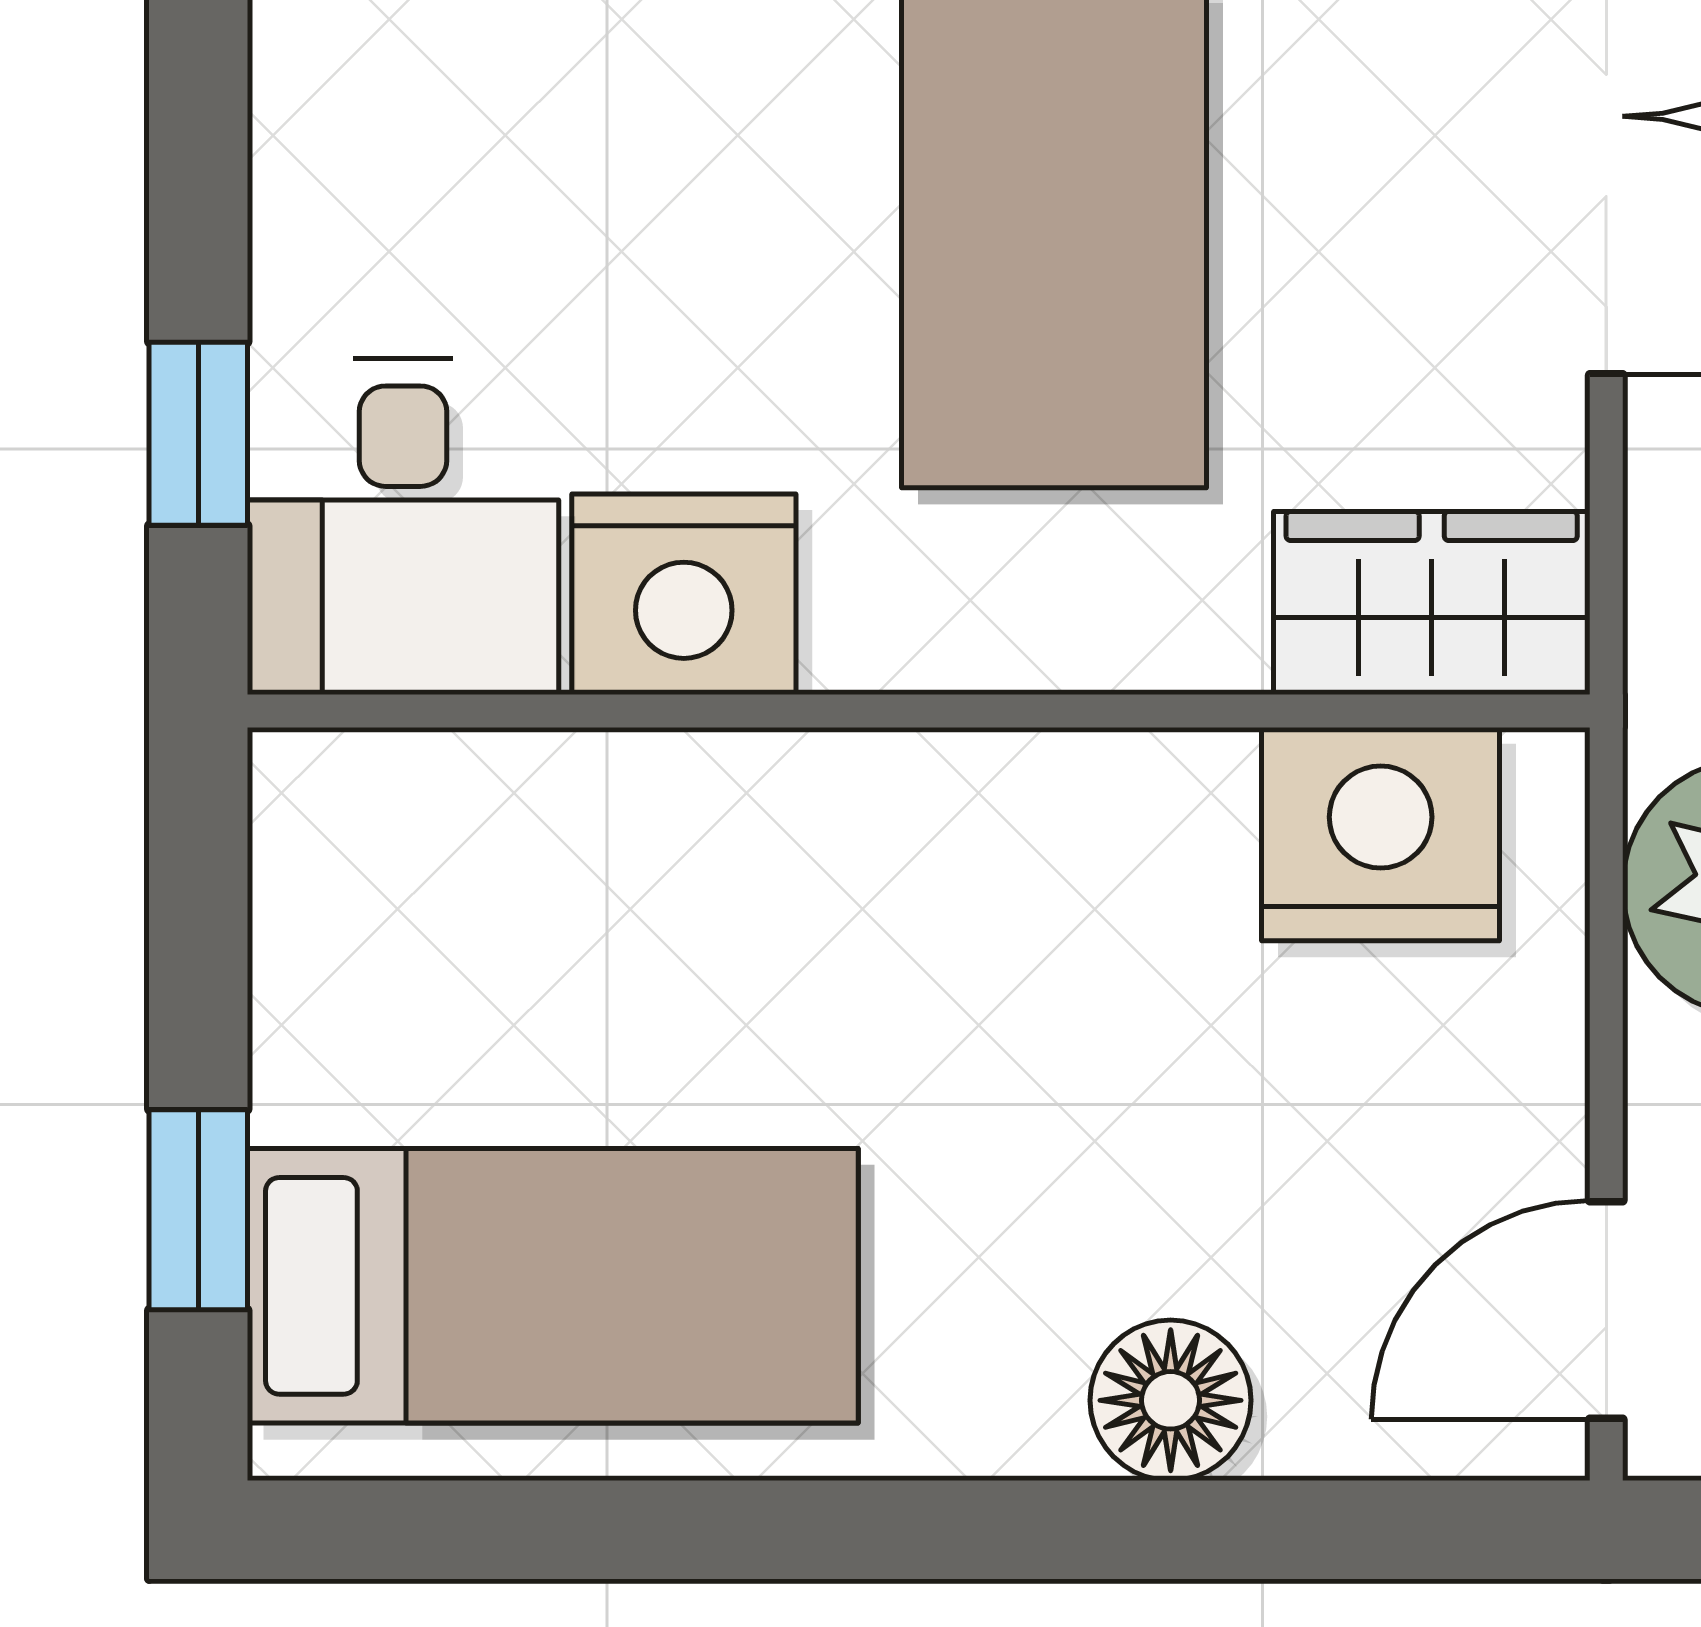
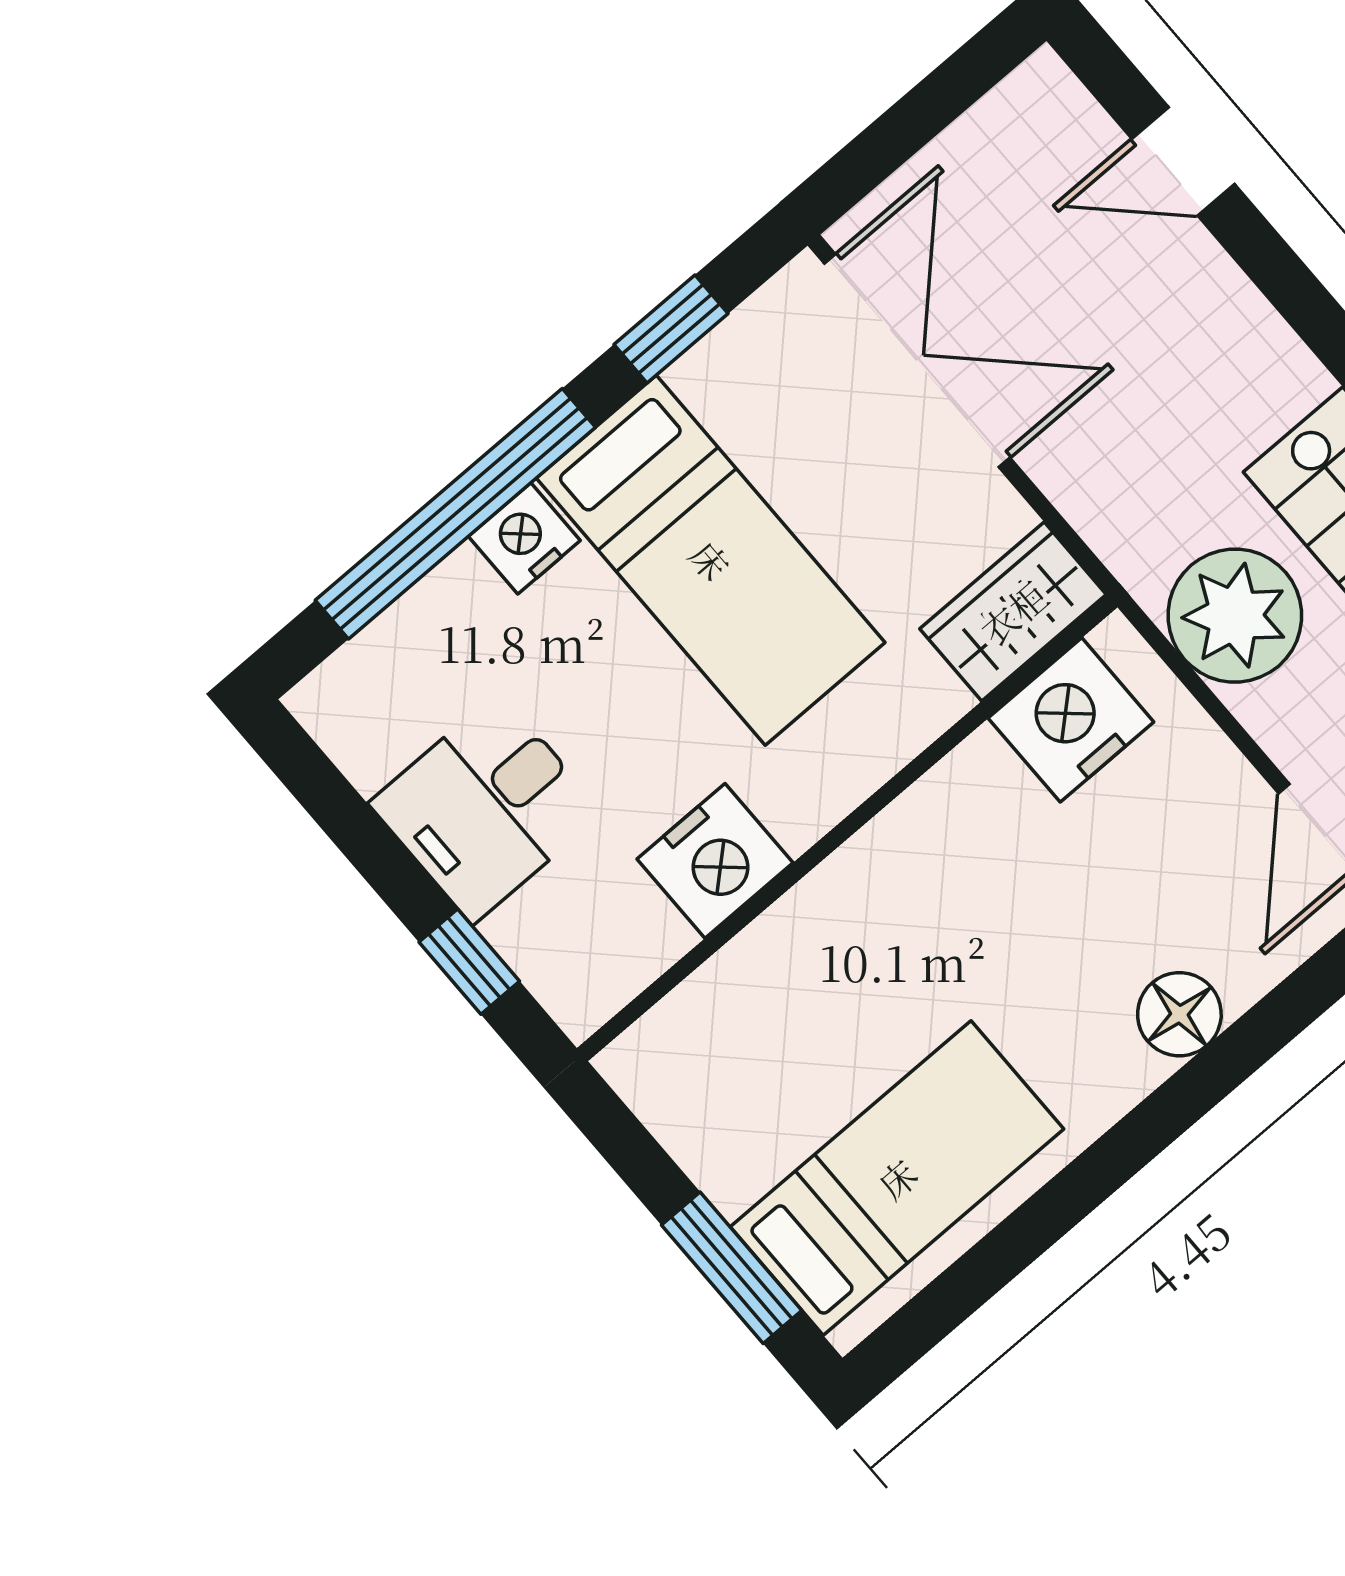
desk: (403, 527) -> (486, 808), moved, turned 90
window: (198, 1210) -> (732, 1268), width x1.50

